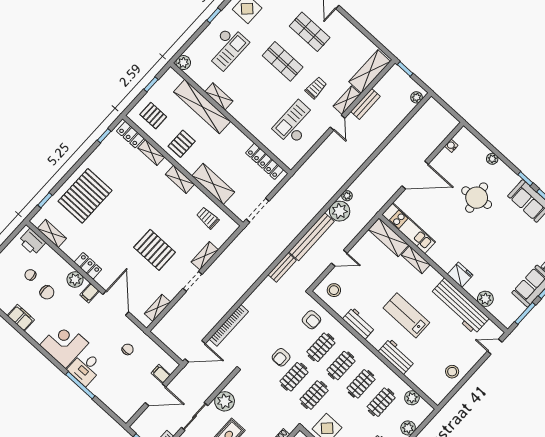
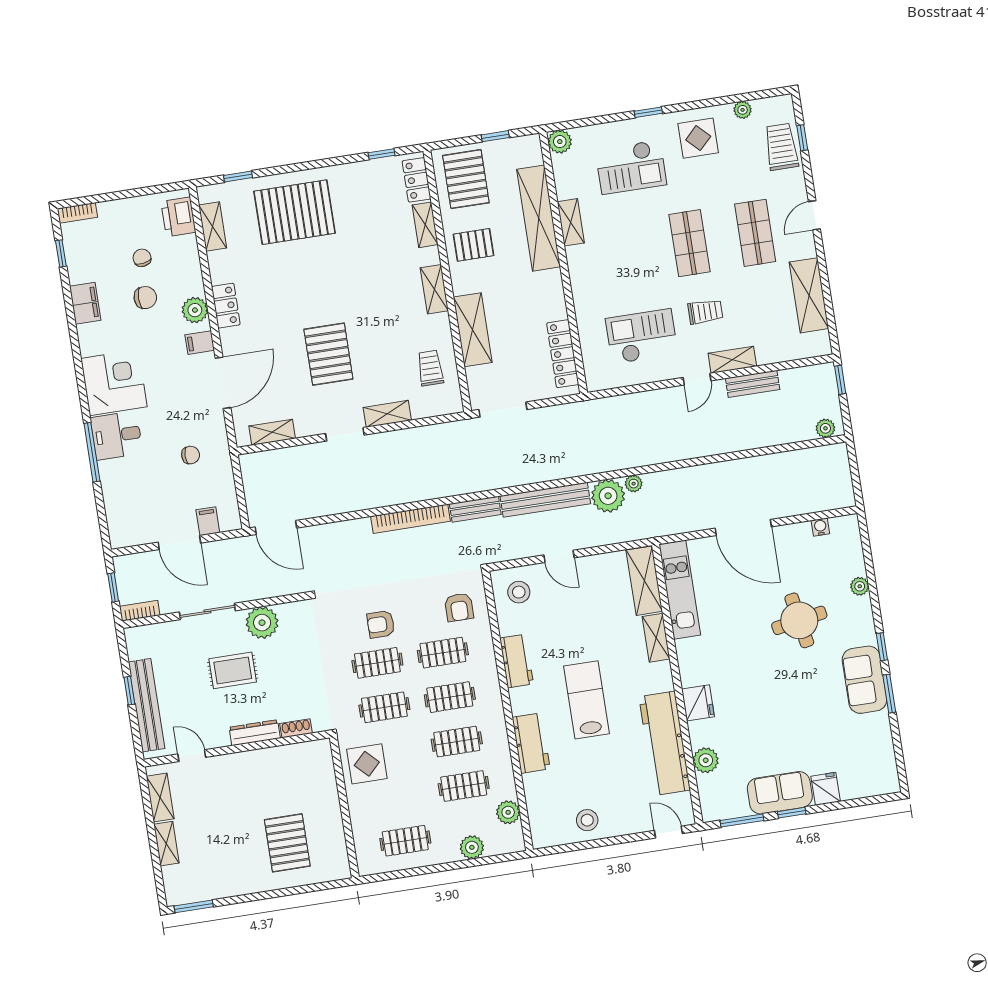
shelving: (370, 72) -> (809, 295), moved, turned 90
pallet: (153, 116) -> (466, 179), width x1.50, depth x1.42
chair: (47, 292) -> (145, 298), turned -90
bookcase: (229, 325) -> (410, 519), moved

